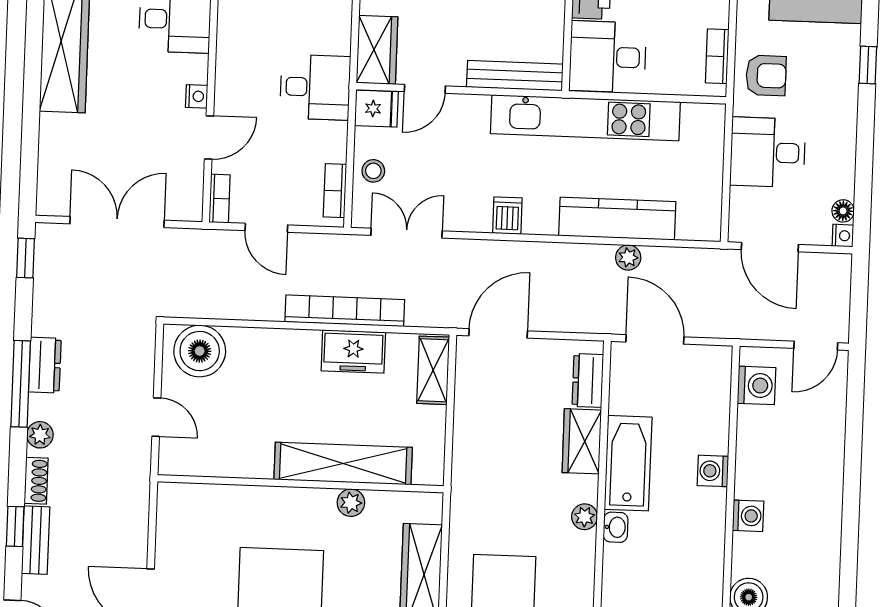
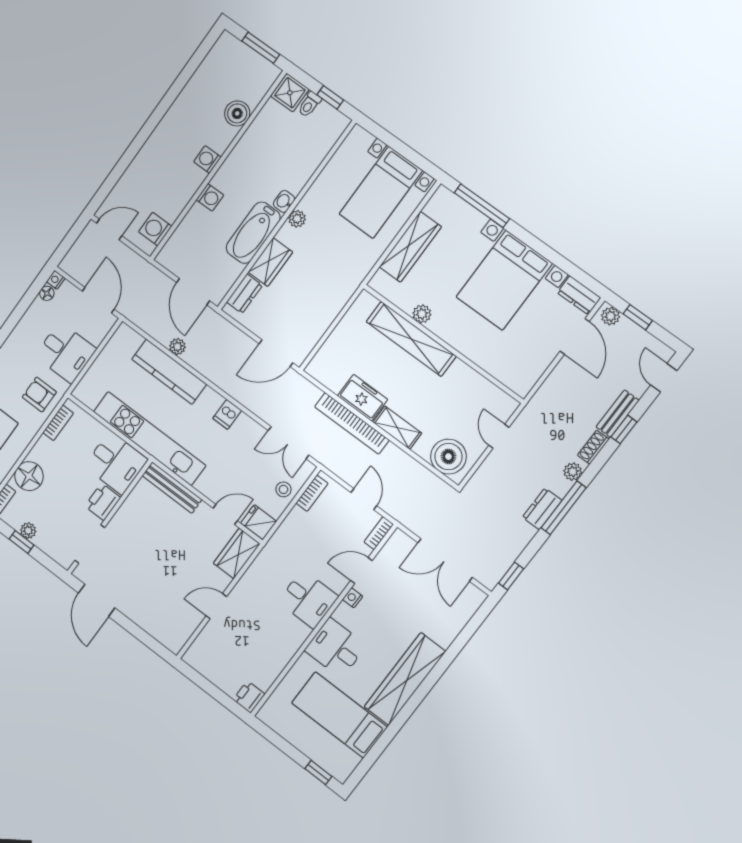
desk: (315, 87) -> (308, 599), moved, turned 180
shelving: (433, 370) -> (397, 428), moved, turned 90

